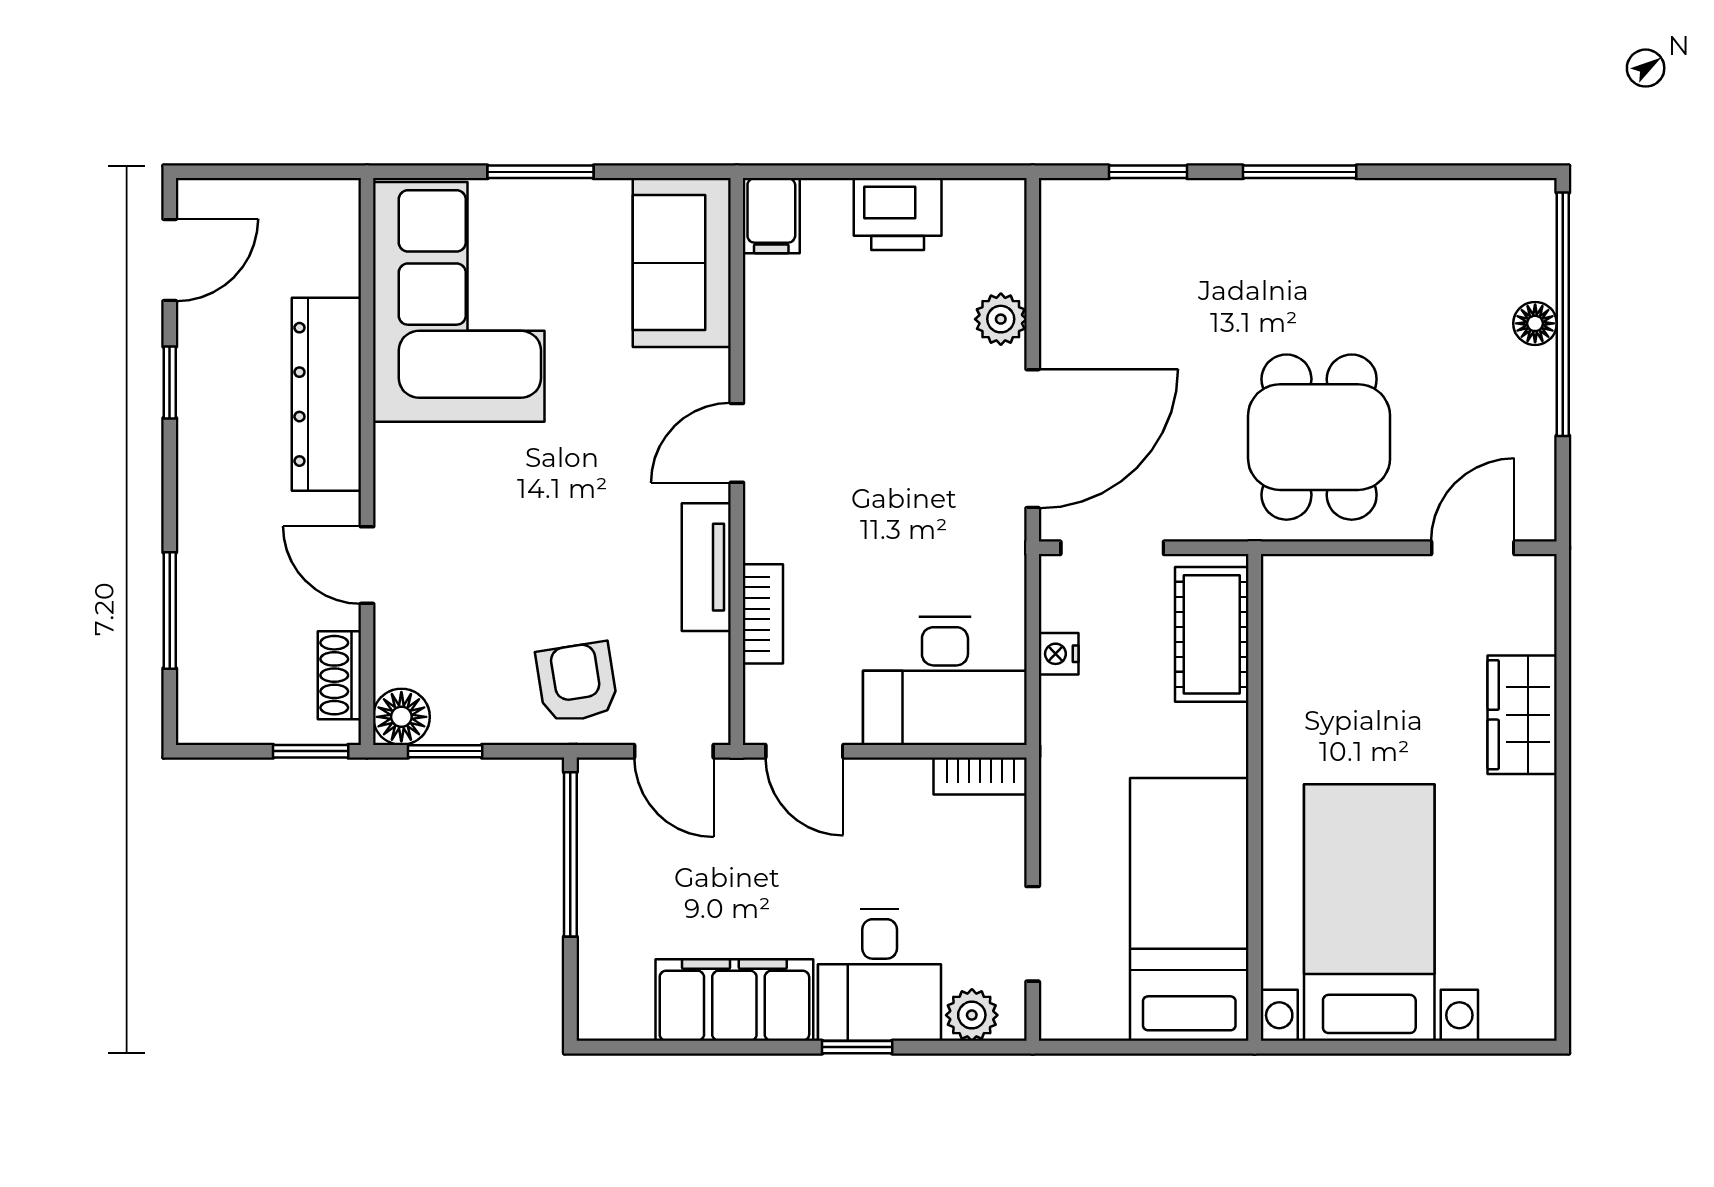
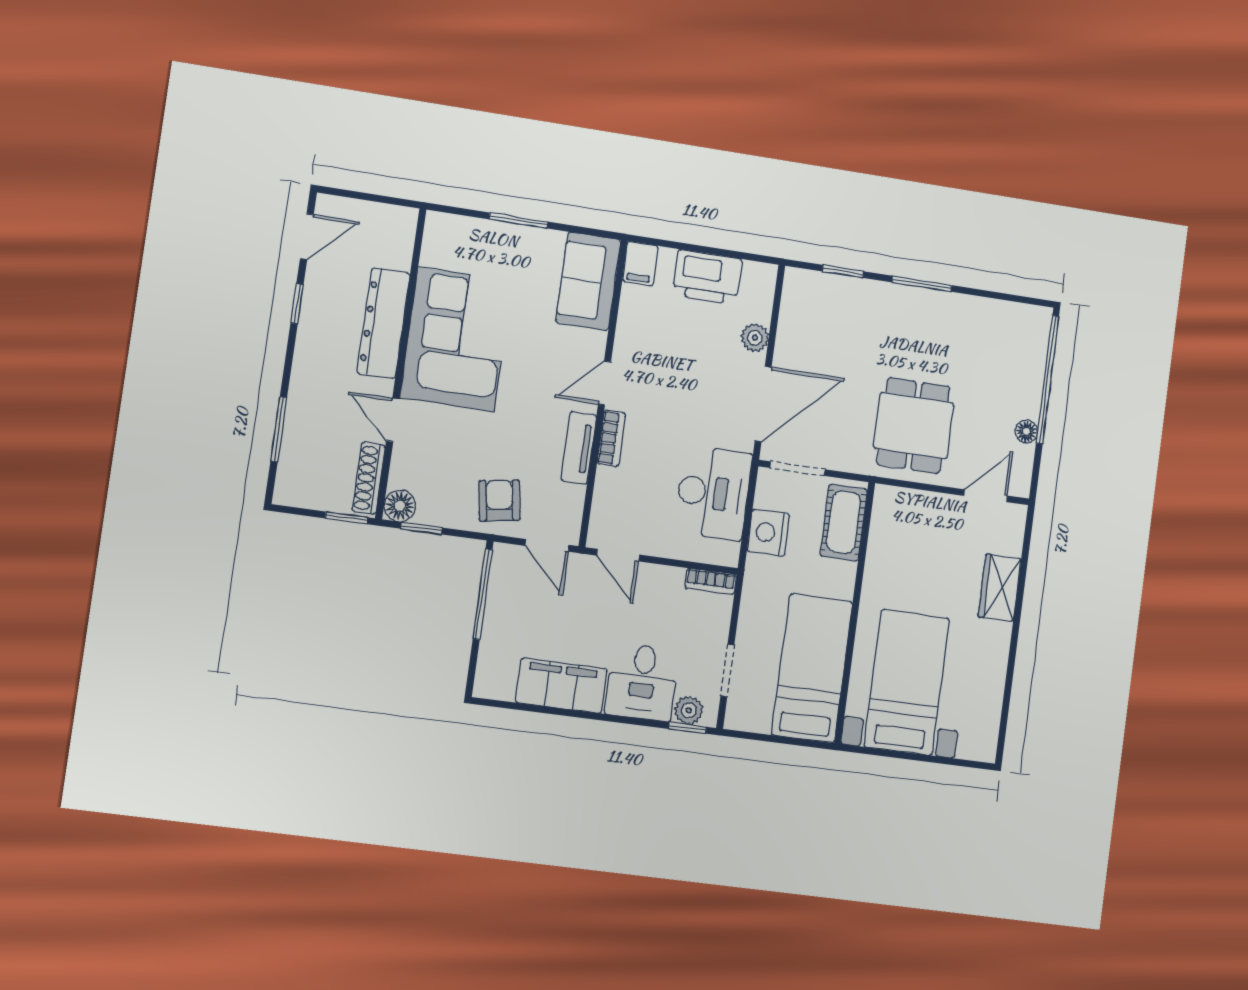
printer: (898, 214) -> (707, 277), width x1.37, depth x1.19
corner sofa: (459, 302) -> (456, 339), moved
floor lamp: (1535, 323) -> (1026, 432), moved
bookcase: (763, 614) -> (611, 438), moved
nightstand: (1059, 654) -> (768, 533), width x1.89, depth x1.79
shoe rack: (339, 675) -> (369, 478), width x1.43
desk: (945, 681) -> (713, 493), moved, turned -90
window: (857, 1047) -> (687, 728), moved

